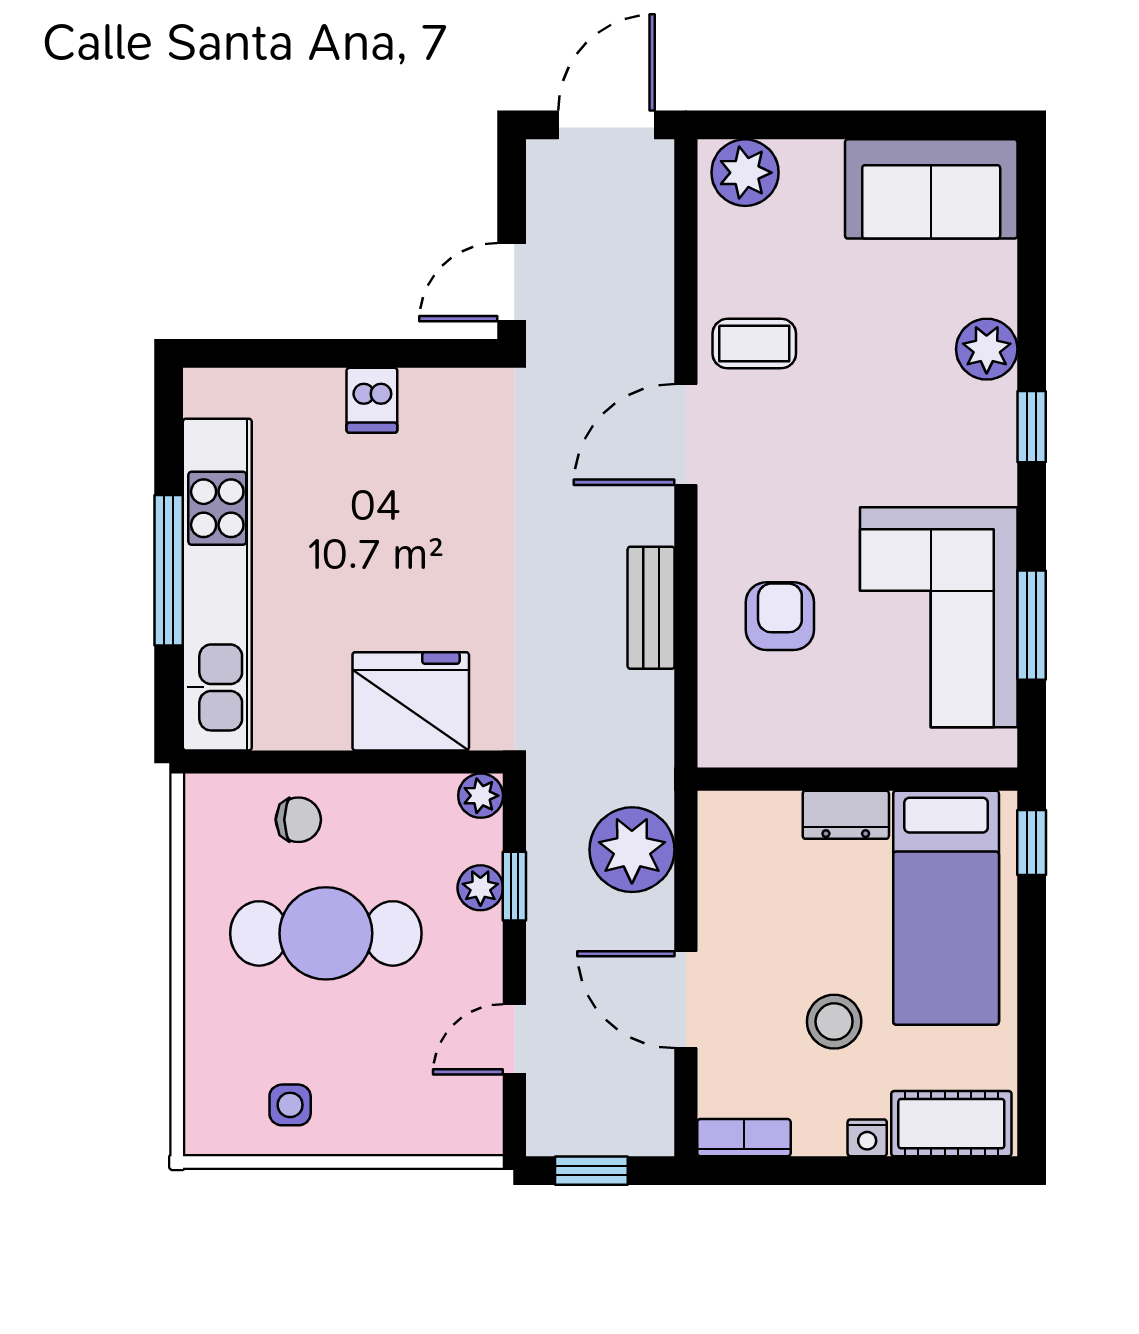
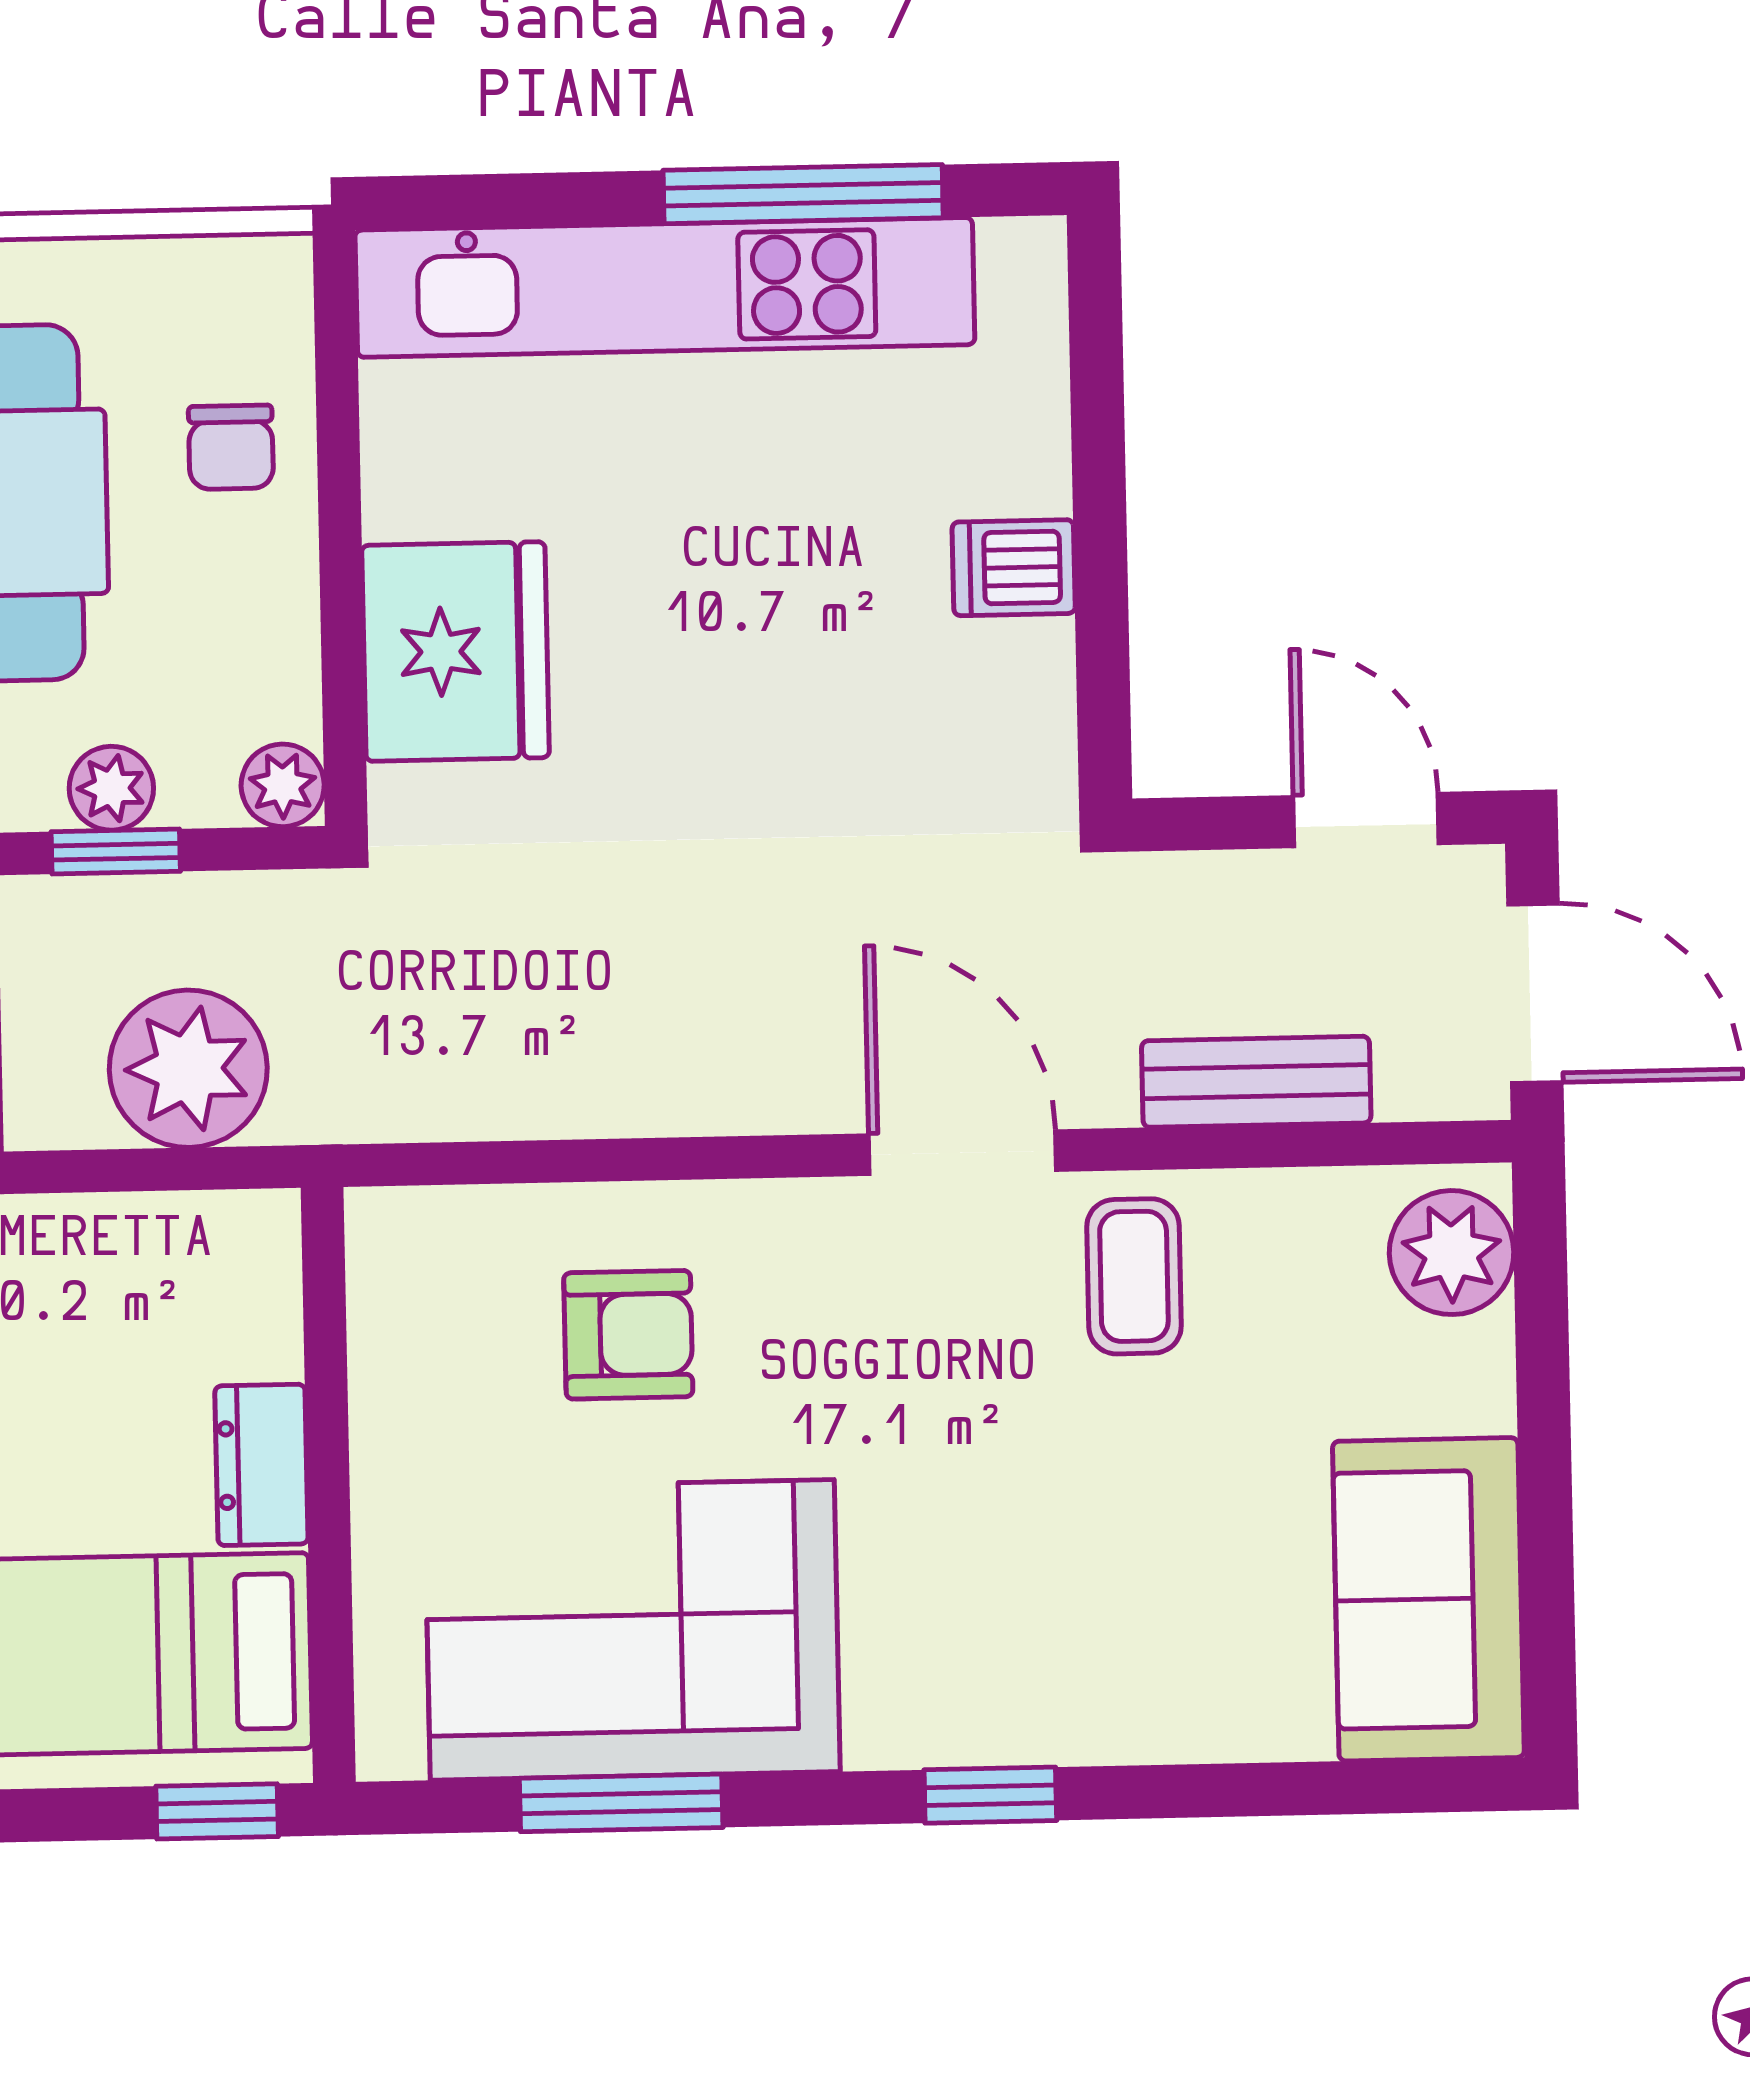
door: (512, 282) -> (1366, 820), moved
plant: (987, 349) -> (1133, 1709), removed
window: (169, 570) -> (803, 194), moved
bench: (651, 608) -> (1256, 1082), moved

